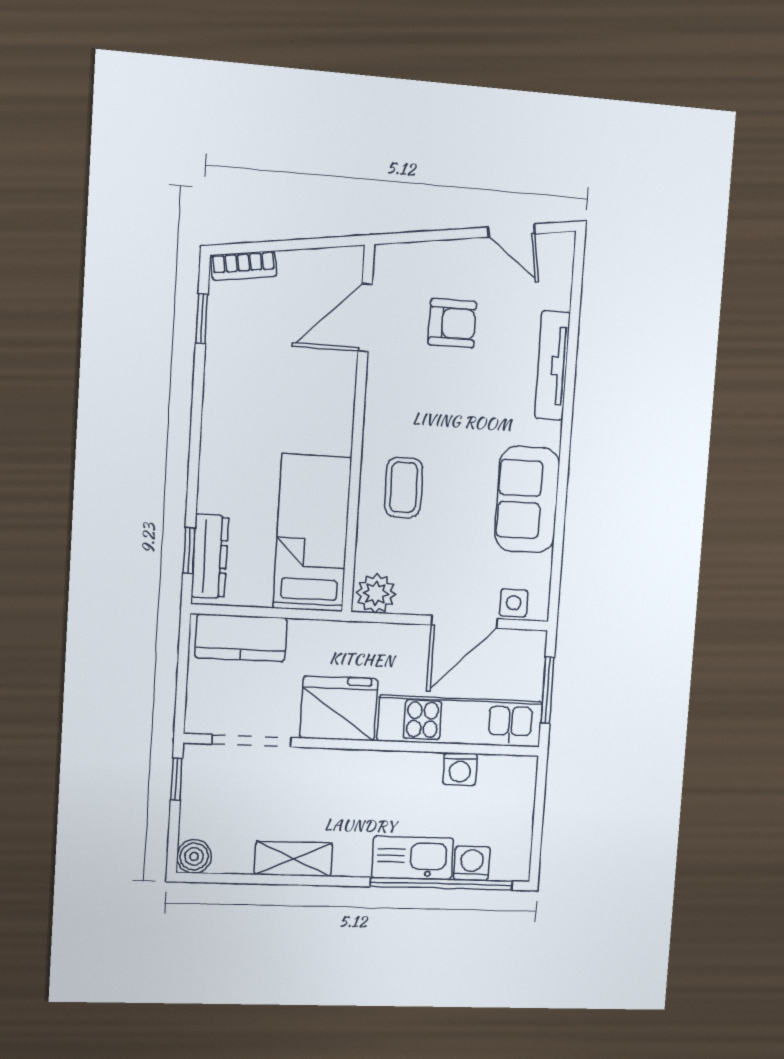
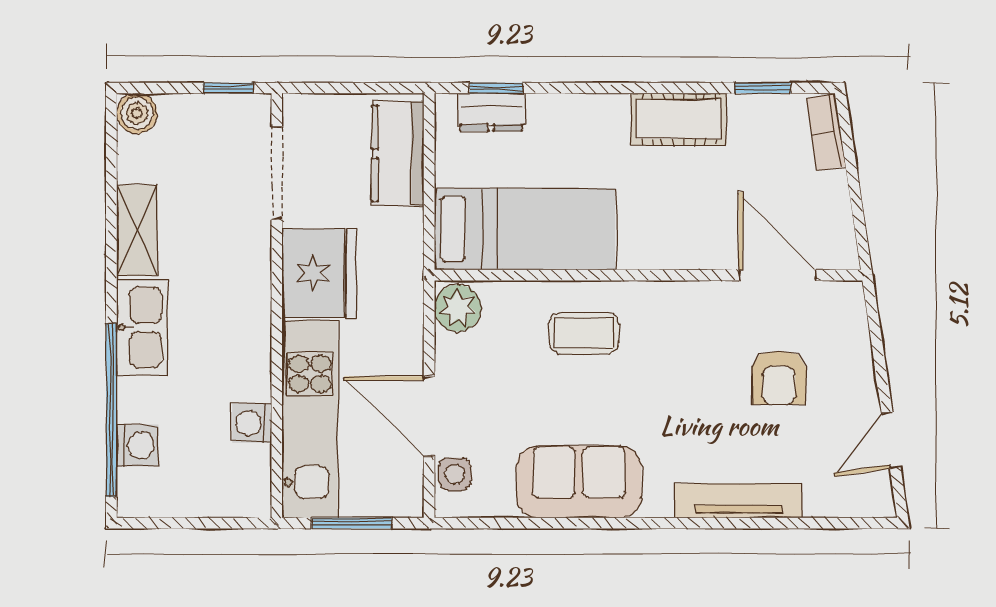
cot: (225, 394) -> (679, 119), added
dresser: (210, 556) -> (491, 112), width x0.70
kitchen sink: (412, 858) -> (142, 327), moved

